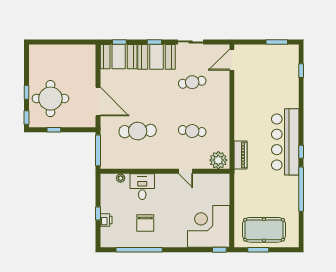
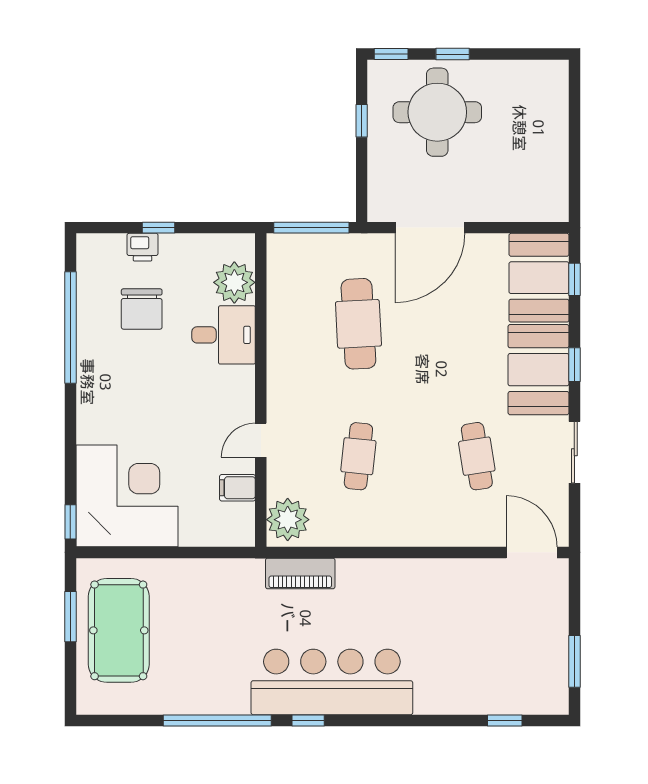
plant: (121, 178) -> (234, 282), width x1.88, depth x1.88
filing cabinet: (205, 181) -> (237, 488), added
chair: (145, 223) -> (142, 309), moved, turned -90

